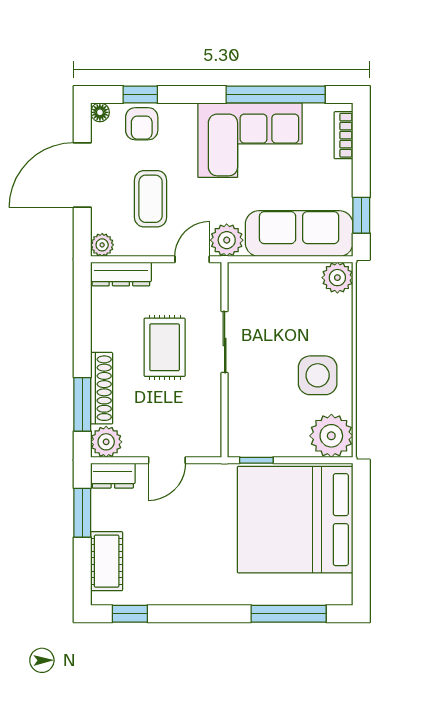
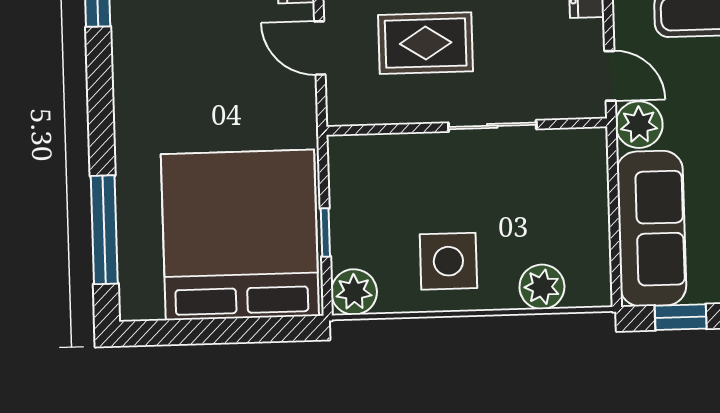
plant: (337, 278) -> (542, 287), moved
rug: (165, 347) -> (426, 43), moved
plant: (331, 436) -> (354, 292), width x0.73, depth x0.73
window: (256, 460) -> (325, 233), moved

